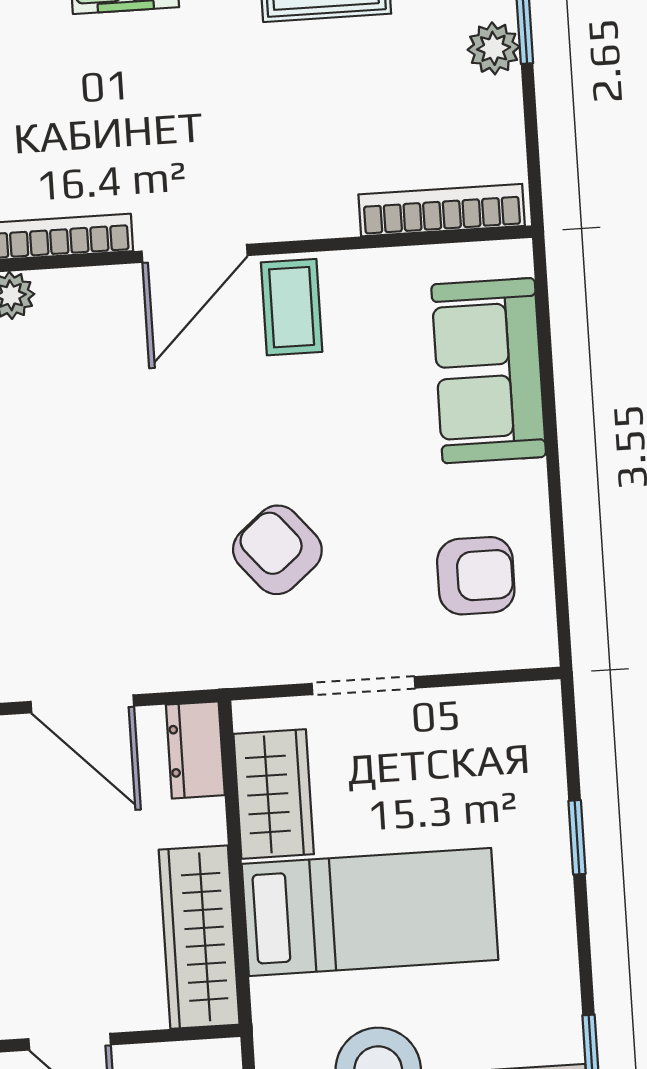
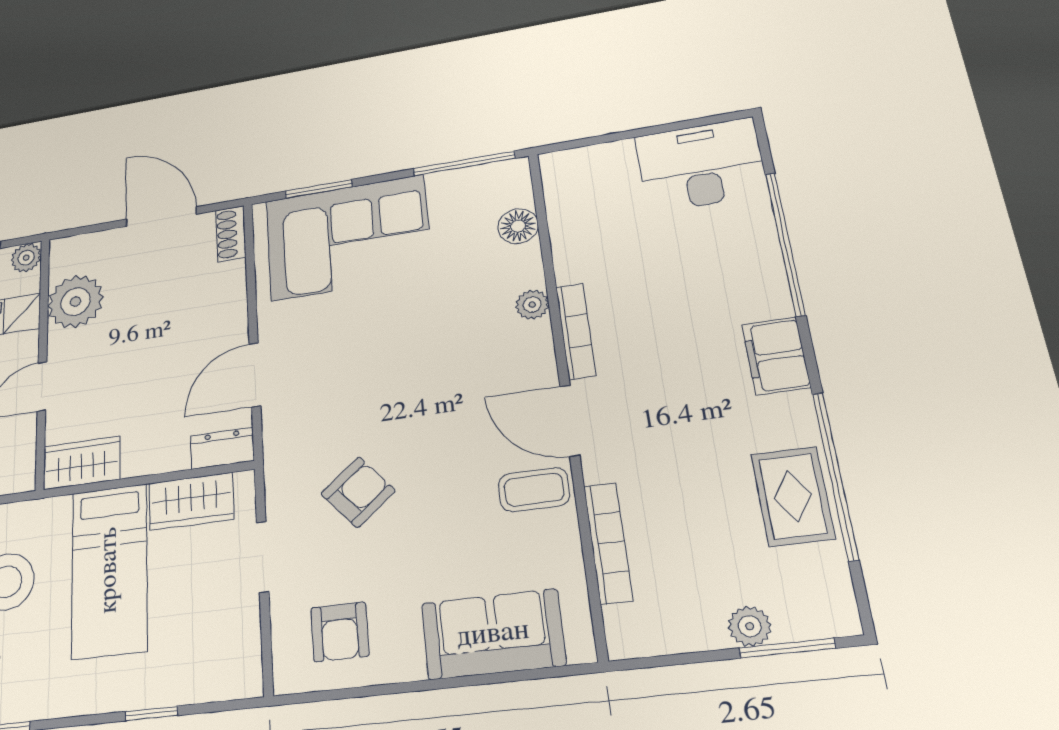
bookcase: (442, 210) -> (608, 543), moved
wardrobe: (199, 937) -> (82, 463), width x0.67

